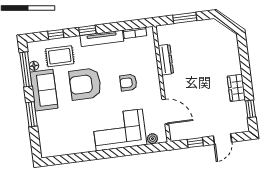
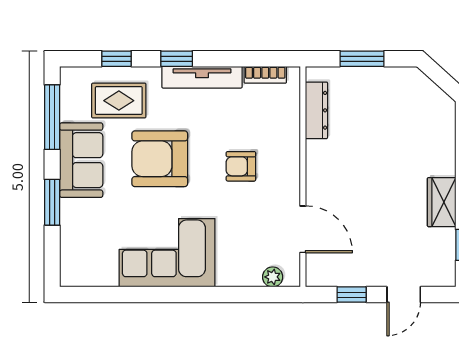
dresser: (166, 60) -> (316, 110), moved
floor lamp: (34, 66) -> (68, 112), removed
corner sofa: (119, 130) -> (167, 253), moved

